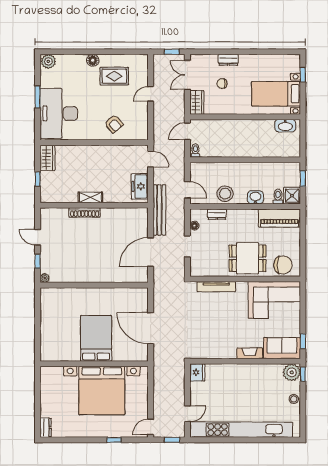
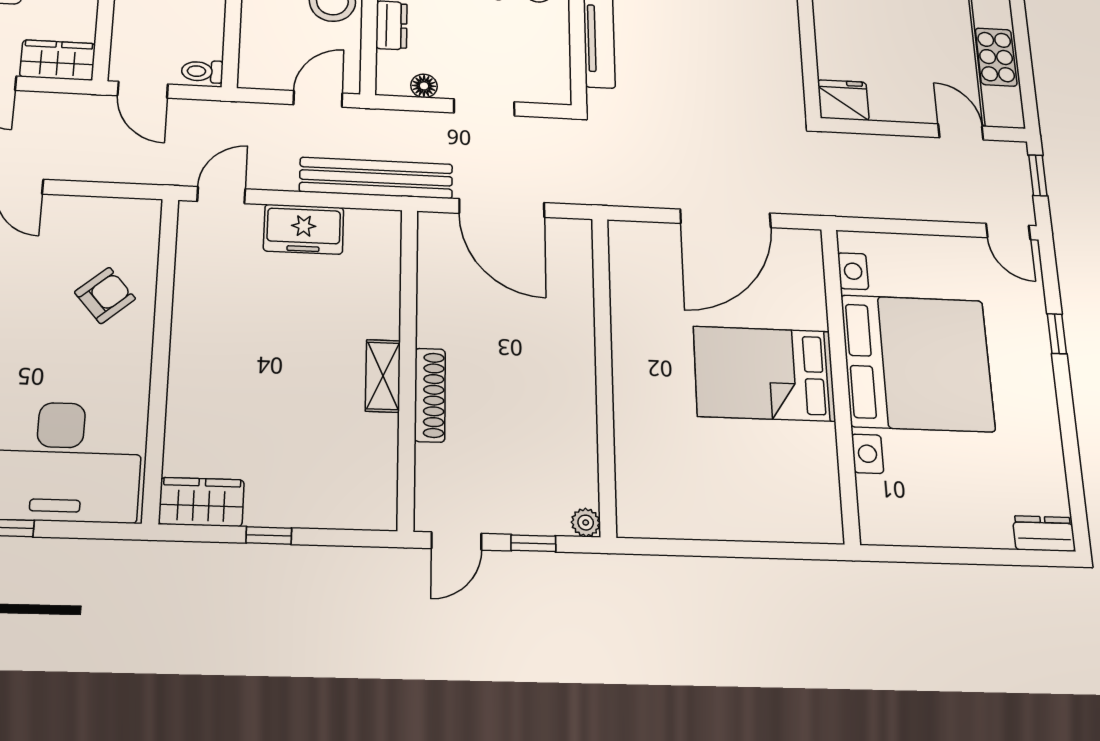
shelving: (90, 197) -> (383, 376), moved
wall: (94, 205) -> (408, 366), moved
shoe rack: (85, 213) -> (430, 395), moved

